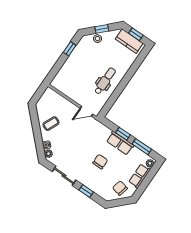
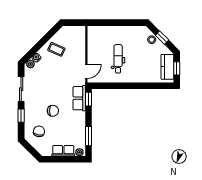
window: (70, 49) -> (128, 23), removed
dental chair: (105, 81) -> (118, 59), moved, turned -90
door: (87, 111) -> (86, 71), swing flipped
window: (123, 134) -> (88, 99), moved
row of seats: (120, 143) -> (79, 98), moved
chair: (120, 188) -> (39, 131), moved

